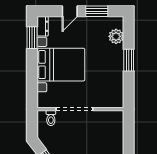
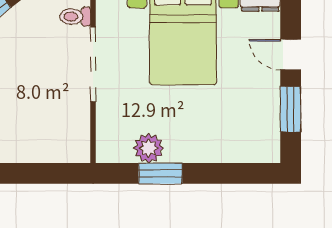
plant: (116, 36) -> (149, 148), moved
window: (129, 60) -> (160, 173), moved

